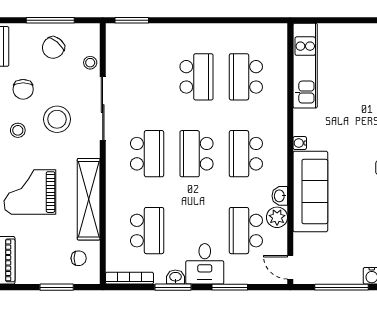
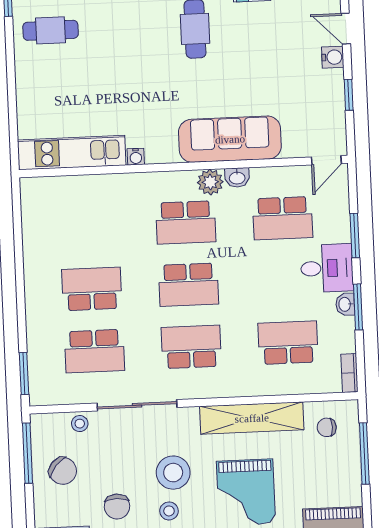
window: (50, 20) -> (27, 453), moved
school desk: (246, 77) -> (94, 351), moved
chair: (23, 89) -> (117, 507), turned 90
stool: (57, 119) -> (173, 473), moved
water cooler: (300, 143) -> (136, 157), moved
plant: (277, 217) -> (210, 182), moved
chair: (79, 258) -> (327, 427), turned -90
bookcase: (129, 278) -> (349, 373), width x0.64
window: (57, 287) -> (364, 453), width x1.44
window: (341, 287) -> (349, 95), width x0.46

